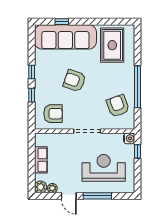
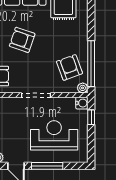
window: (138, 87) -> (91, 64), moved
plant: (130, 125) -> (83, 88), added

